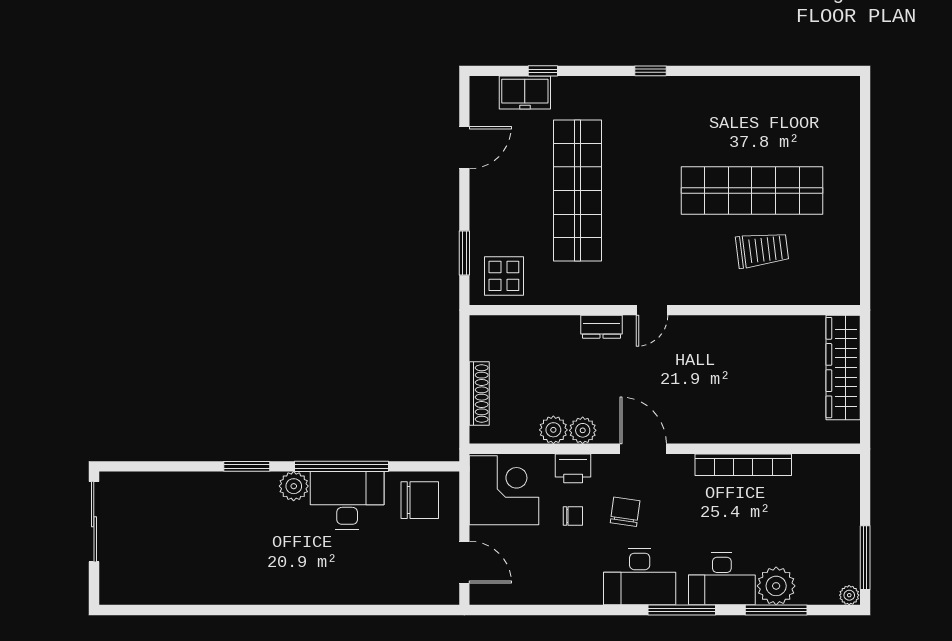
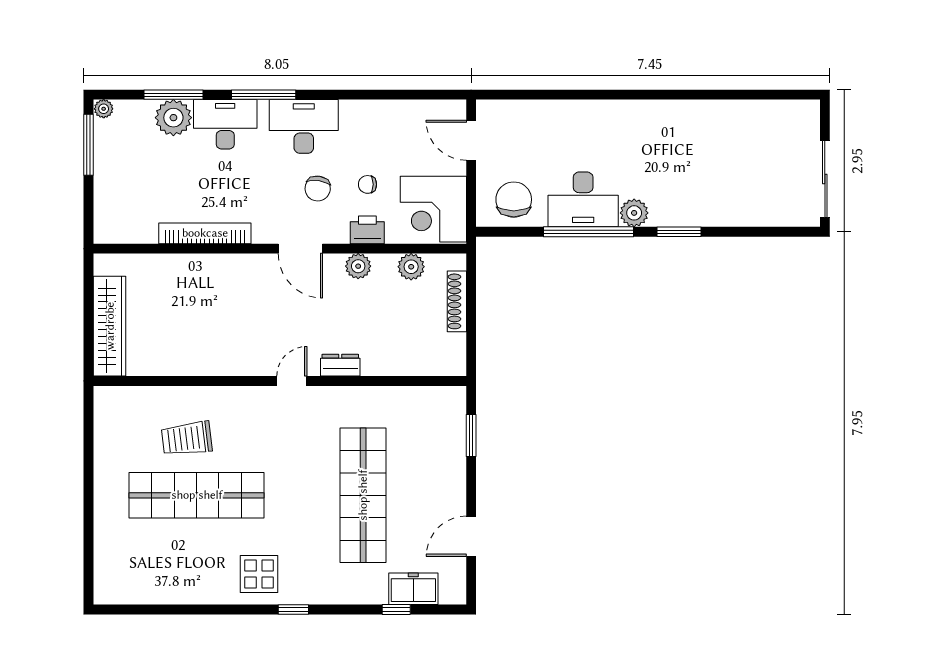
display table: (504, 276) -> (259, 574), moved
plant: (553, 430) -> (411, 267), moved
chair: (420, 500) -> (514, 200), turned 90

